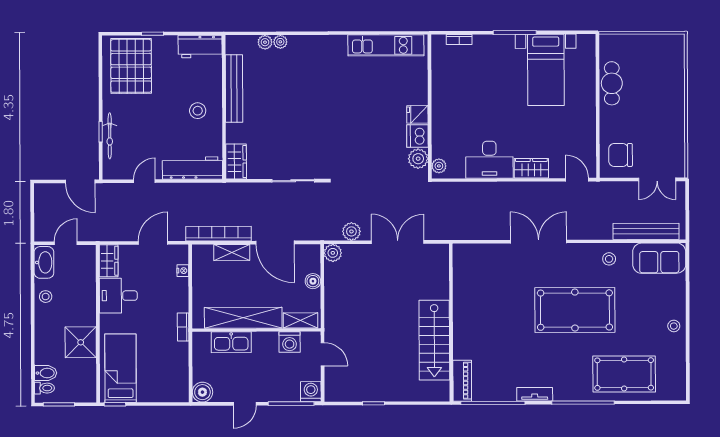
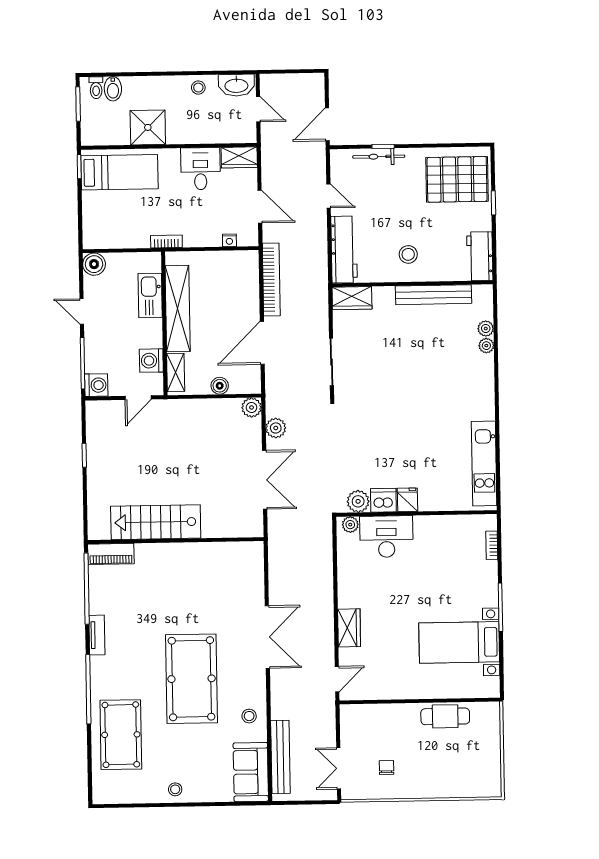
chair: (621, 155) -> (387, 767), moved, width x0.54, depth x0.54
desk: (489, 160) -> (386, 537), moved, turned 90
shelving: (232, 252) -> (250, 295), removed

